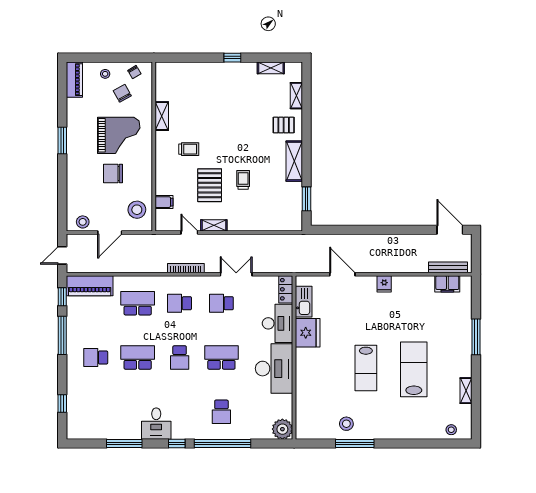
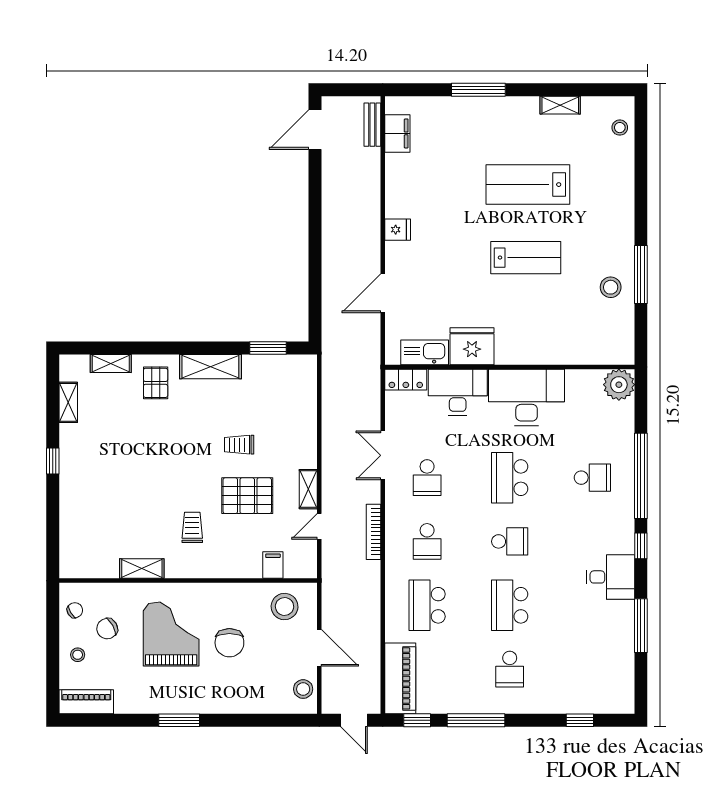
bench: (448, 267) -> (372, 125), width x0.73

